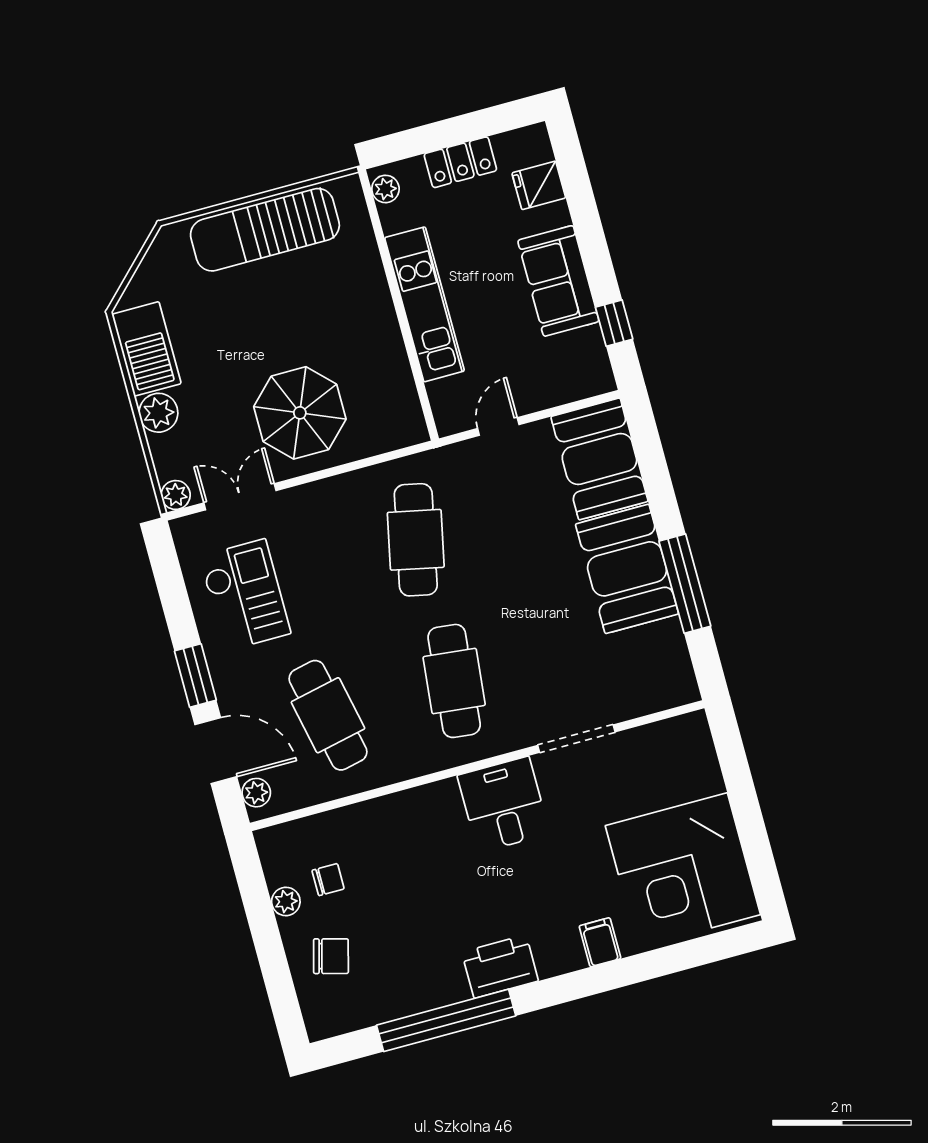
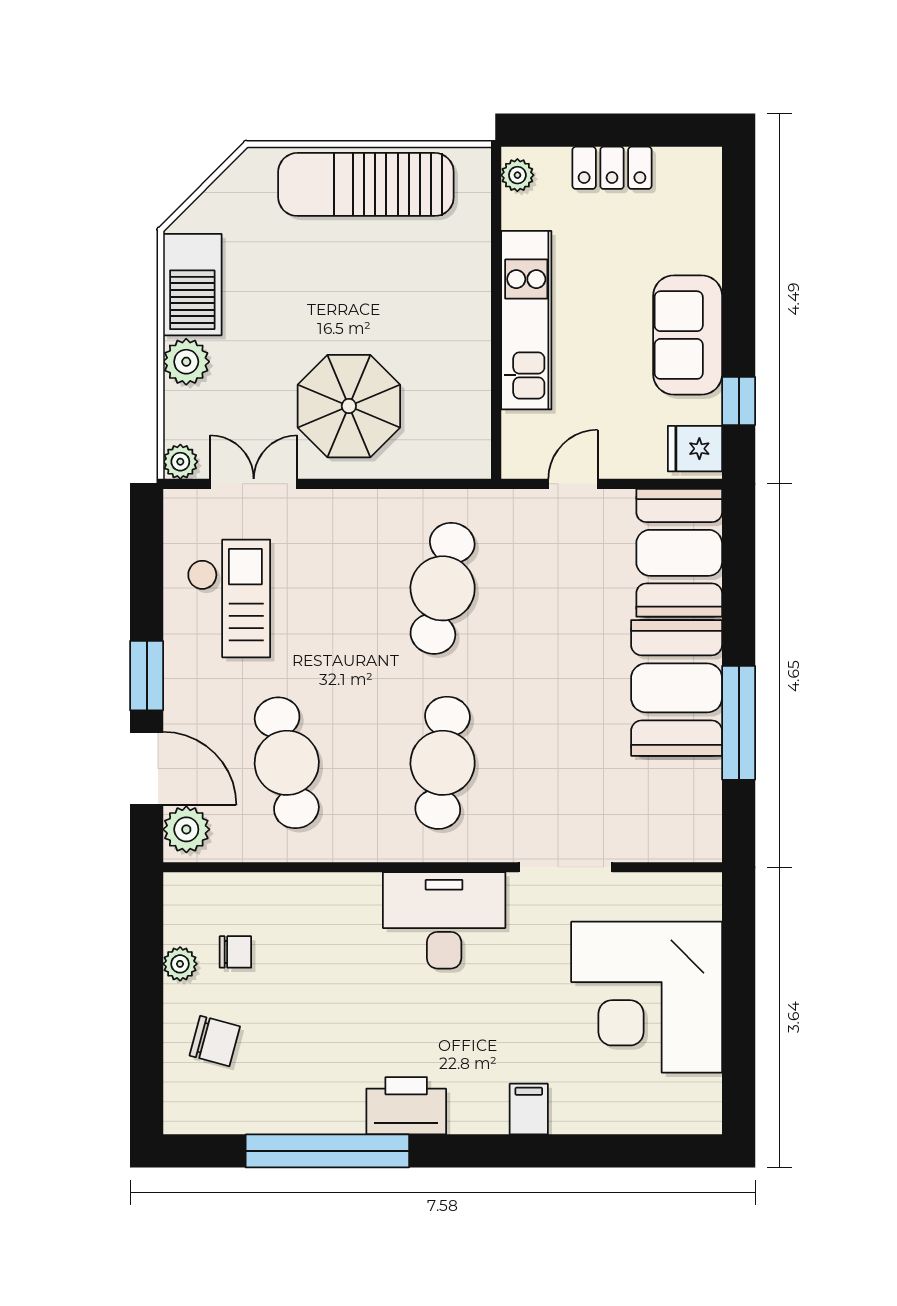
fridge: (539, 185) -> (695, 449), moved
plant: (256, 793) -> (186, 829), width x1.38, depth x1.38
desk: (503, 805) -> (444, 920), width x1.37
corner desk: (683, 870) -> (647, 997), moved

